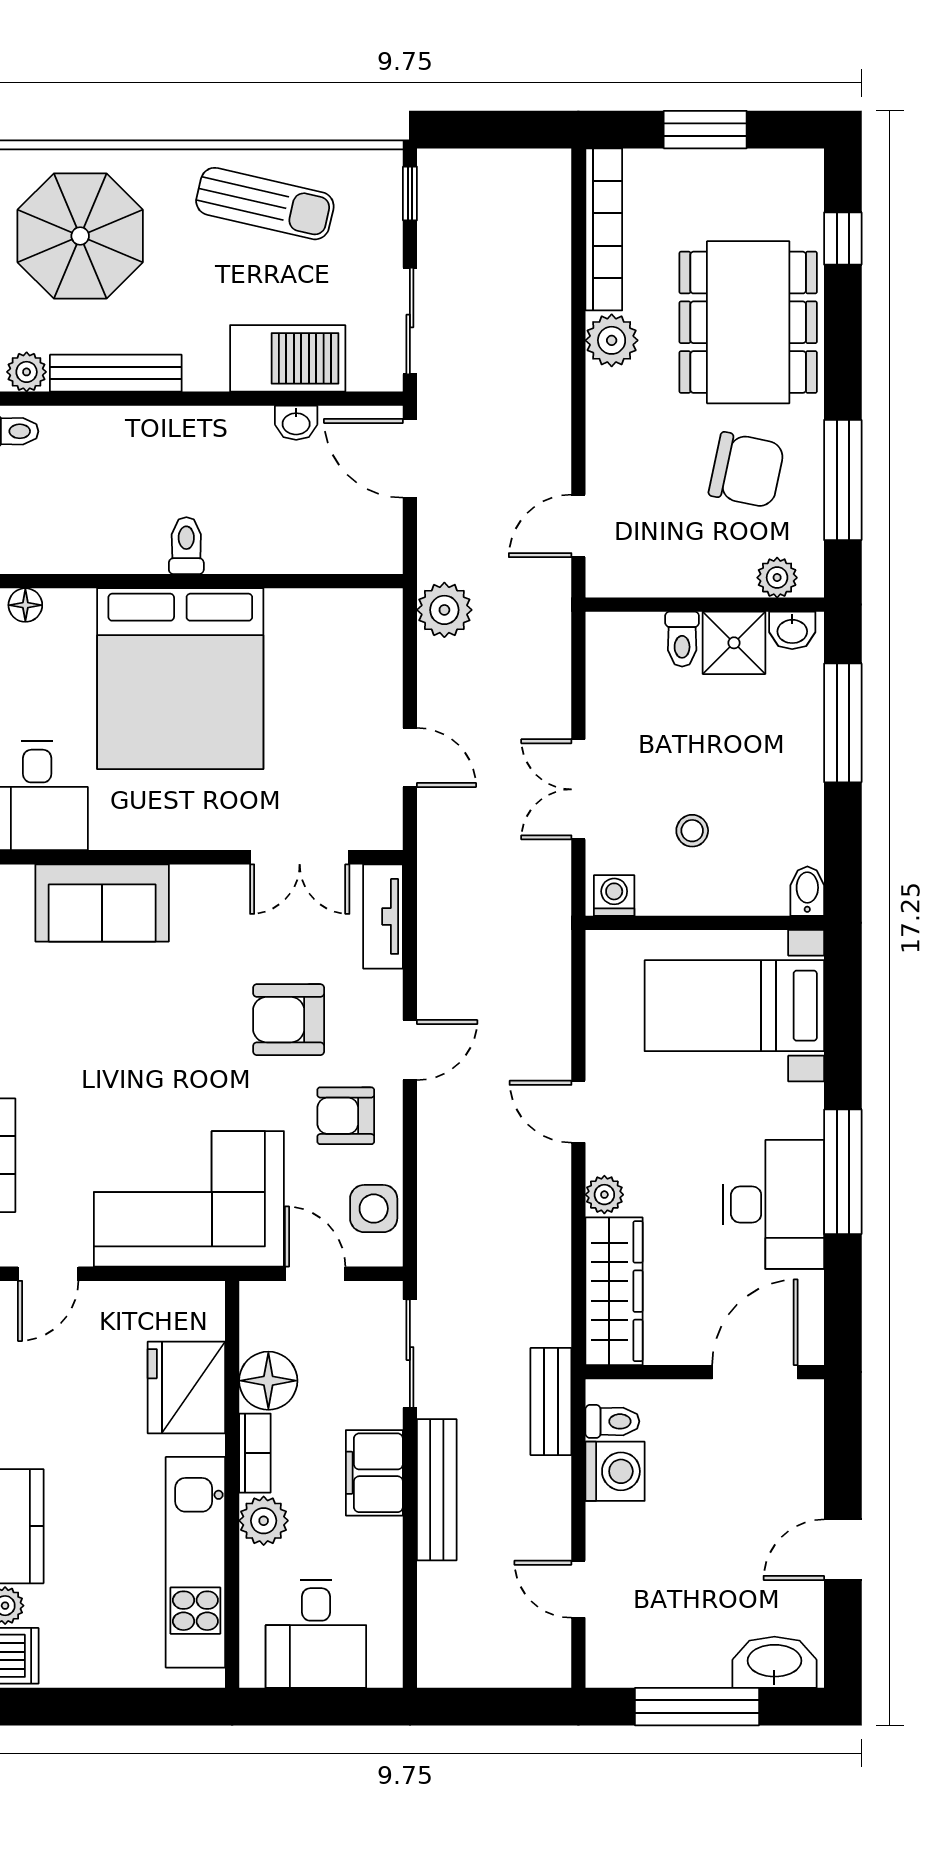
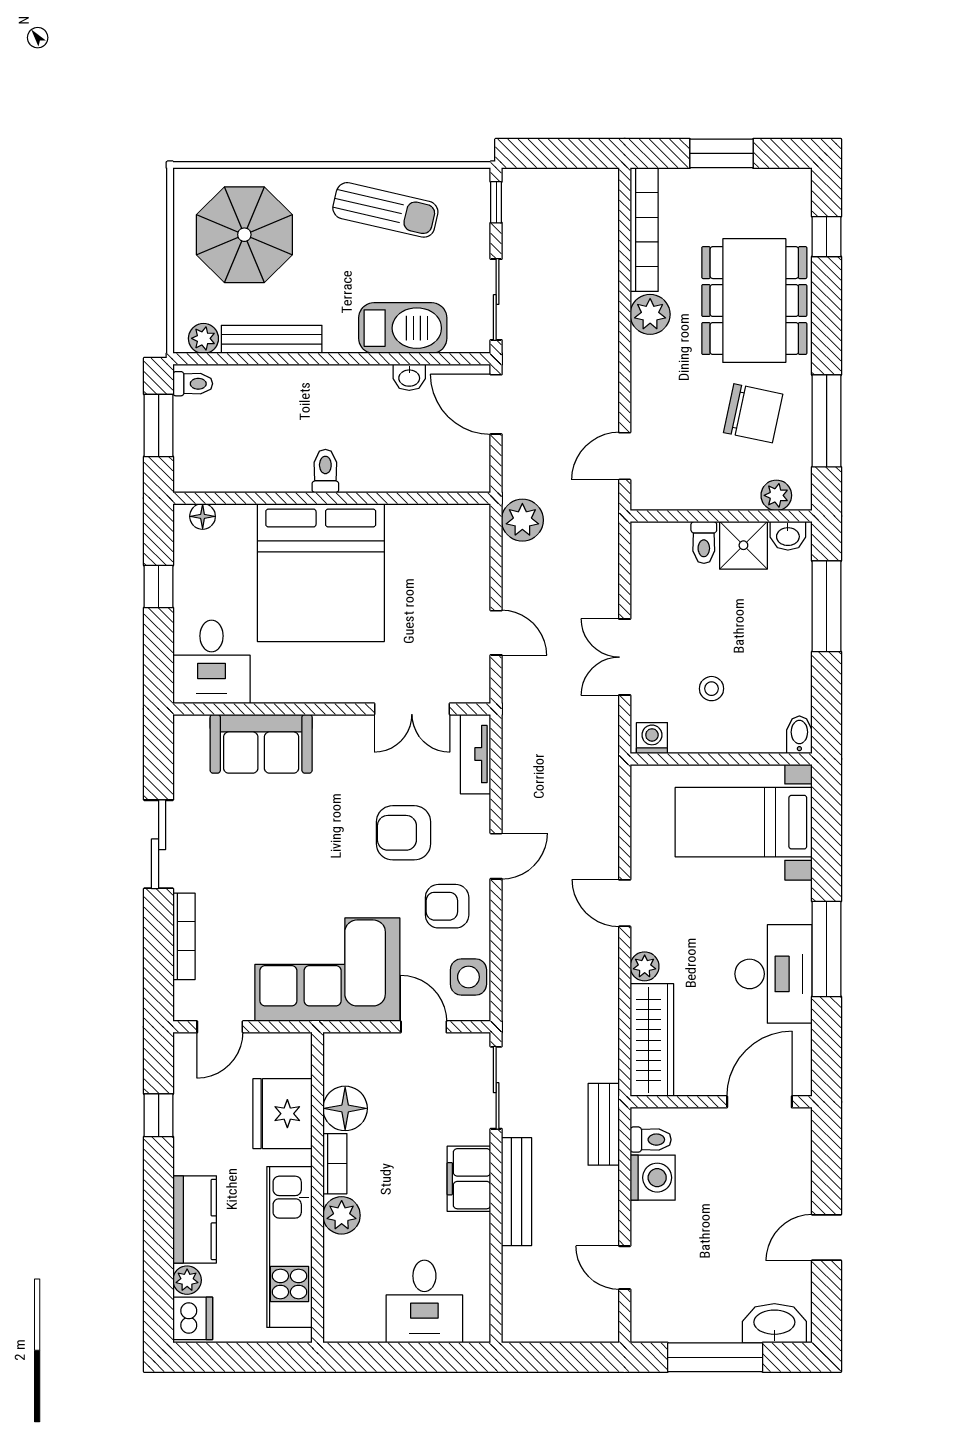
floor lamp: (268, 1381) -> (345, 1108), moved
fridge: (186, 1388) -> (283, 1114), moved
bookcase: (255, 1453) -> (335, 1164), moved
wall: (232, 1484) -> (317, 1188), moved
plant: (264, 1521) -> (342, 1215), moved
kitchen unit: (195, 1562) -> (289, 1247), moved

